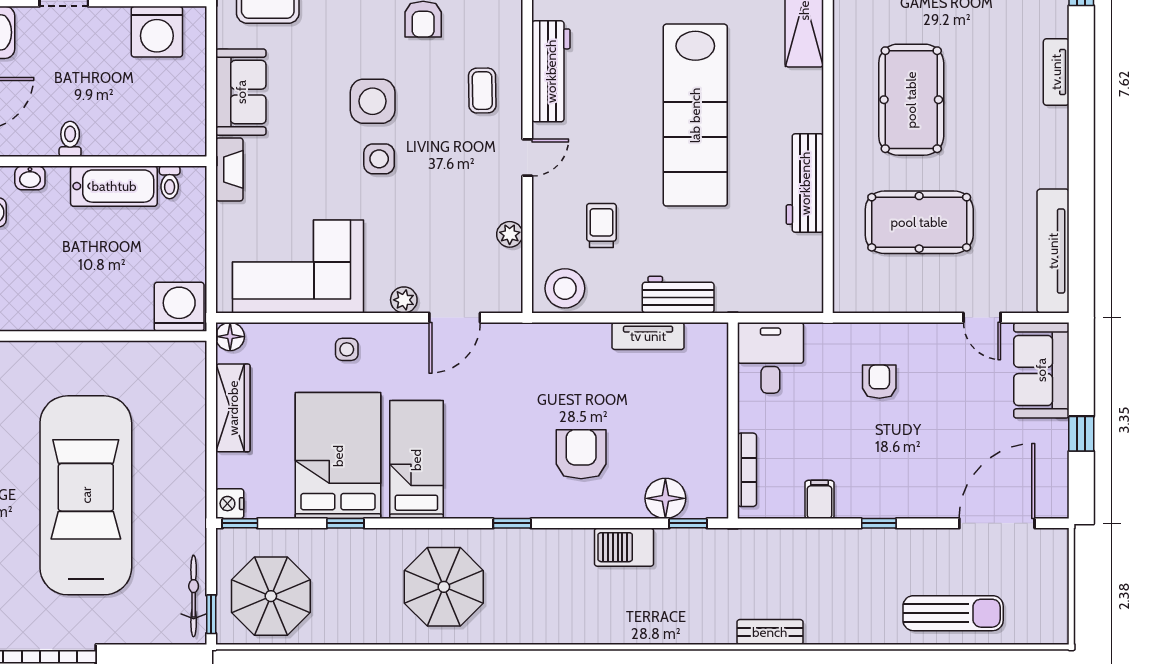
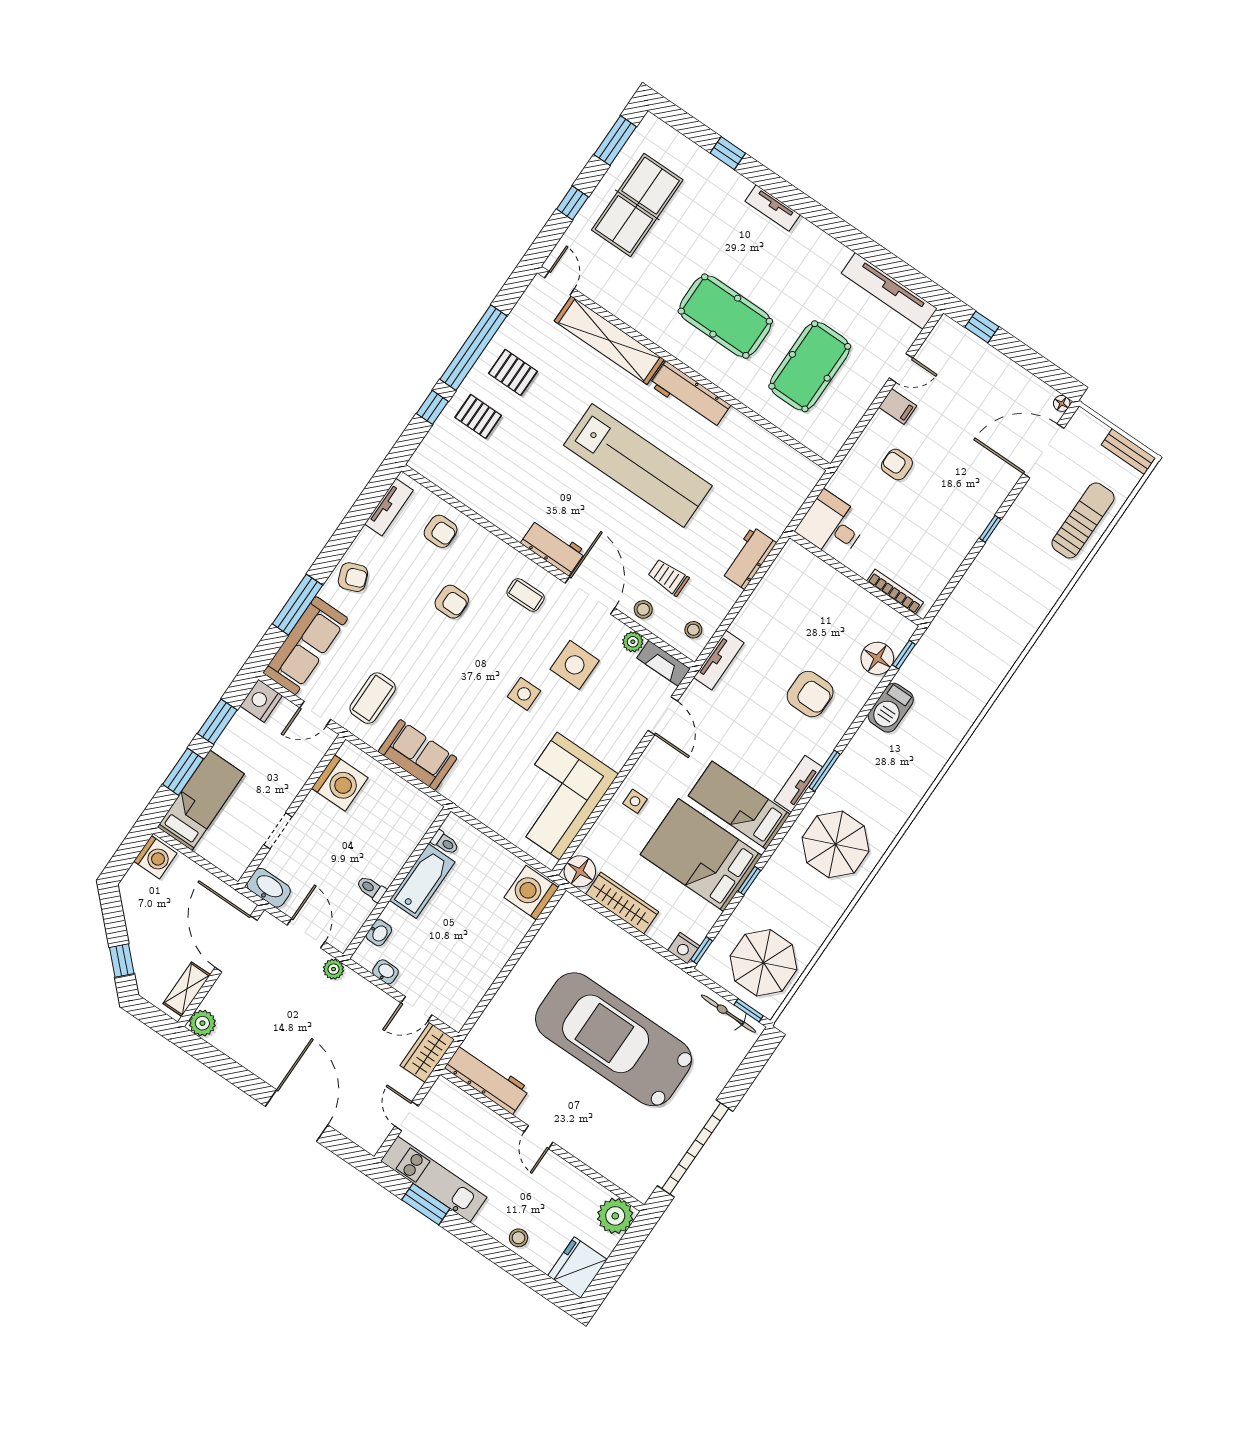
workbench: (551, 71) -> (553, 547), width x0.73
side table: (373, 101) -> (575, 665), moved
door: (527, 158) -> (590, 596), width x1.87
fireplace: (229, 169) -> (664, 663), moved, turned 180
workbench: (805, 183) -> (690, 395), moved
stool: (550, 222) -> (643, 609), added
stool: (565, 288) -> (693, 630), width x0.53, depth x0.53
plant: (404, 300) -> (628, 741), removed
tv unit: (648, 336) -> (719, 660), moved
floor lamp: (230, 337) -> (580, 871), width x1.38, depth x1.38
sofa: (1041, 370) -> (963, 353), removed
window: (1081, 434) -> (982, 327), moved
armchair: (581, 454) -> (810, 694), turned 180
filing cabinet: (819, 499) -> (898, 407), moved, turned 180
tv unit: (480, 506) -> (798, 784), added
floor lamp: (1059, 509) -> (1062, 403), added
window: (512, 523) -> (824, 771), width x1.50
door: (997, 523) -> (1043, 451), hinge flipped
bench: (770, 632) -> (1129, 452), moved, turned 90

